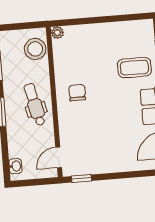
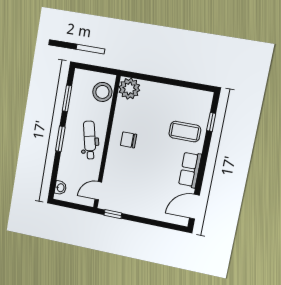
plant: (57, 33) -> (129, 89), width x1.88, depth x1.88
chair: (77, 93) -> (129, 140), turned -90

